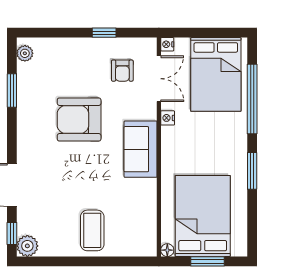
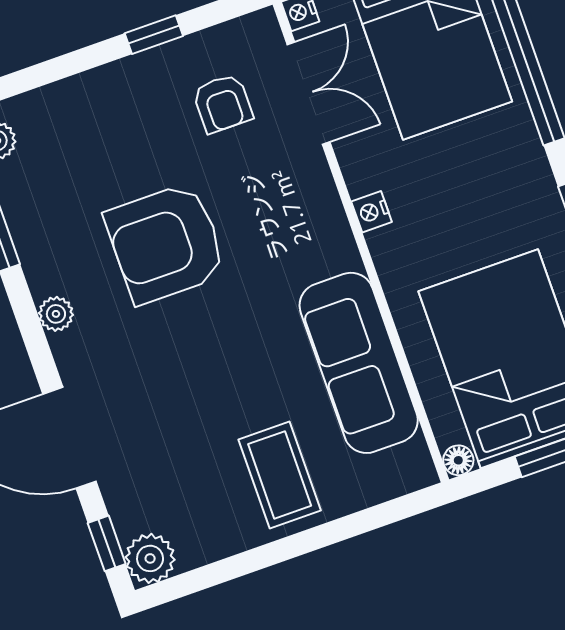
nightstand: (168, 118) -> (372, 212), moved
plant: (24, 133) -> (56, 314), added
sofa: (141, 149) -> (359, 363), moved, width x1.36

